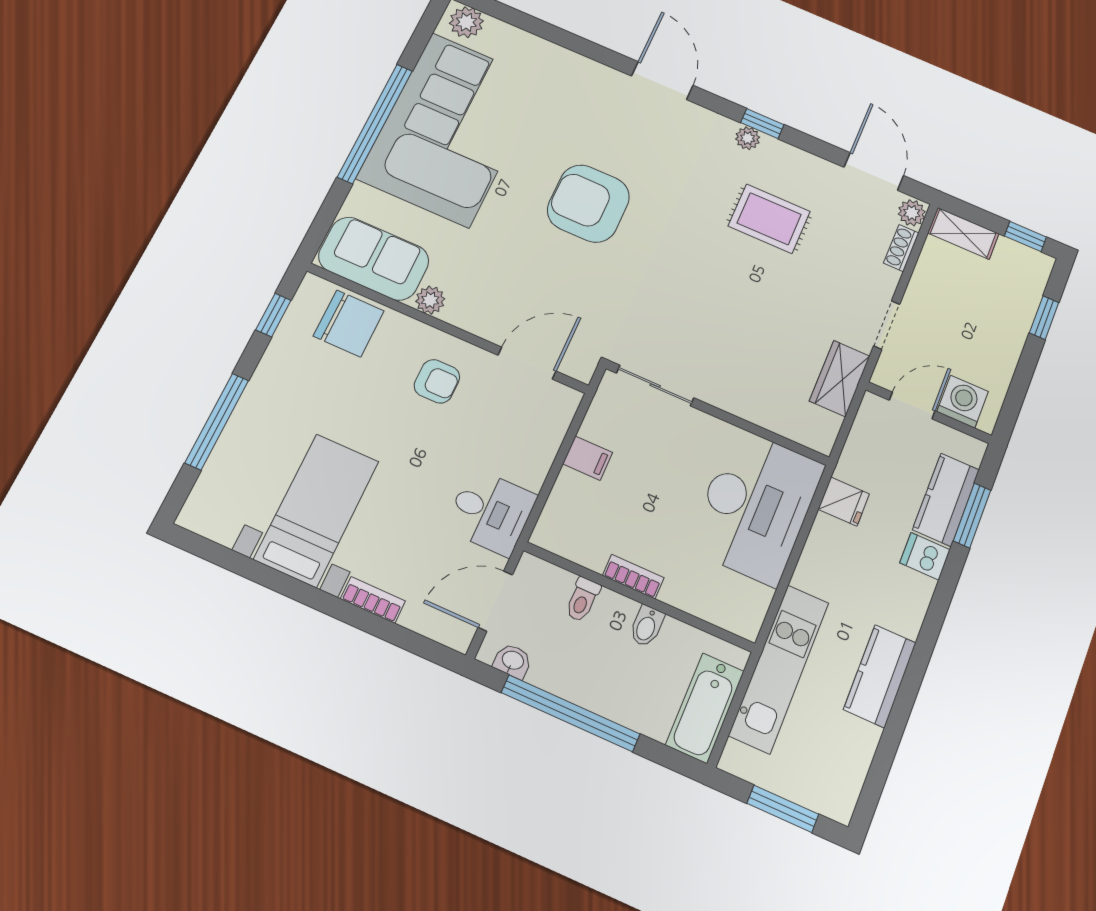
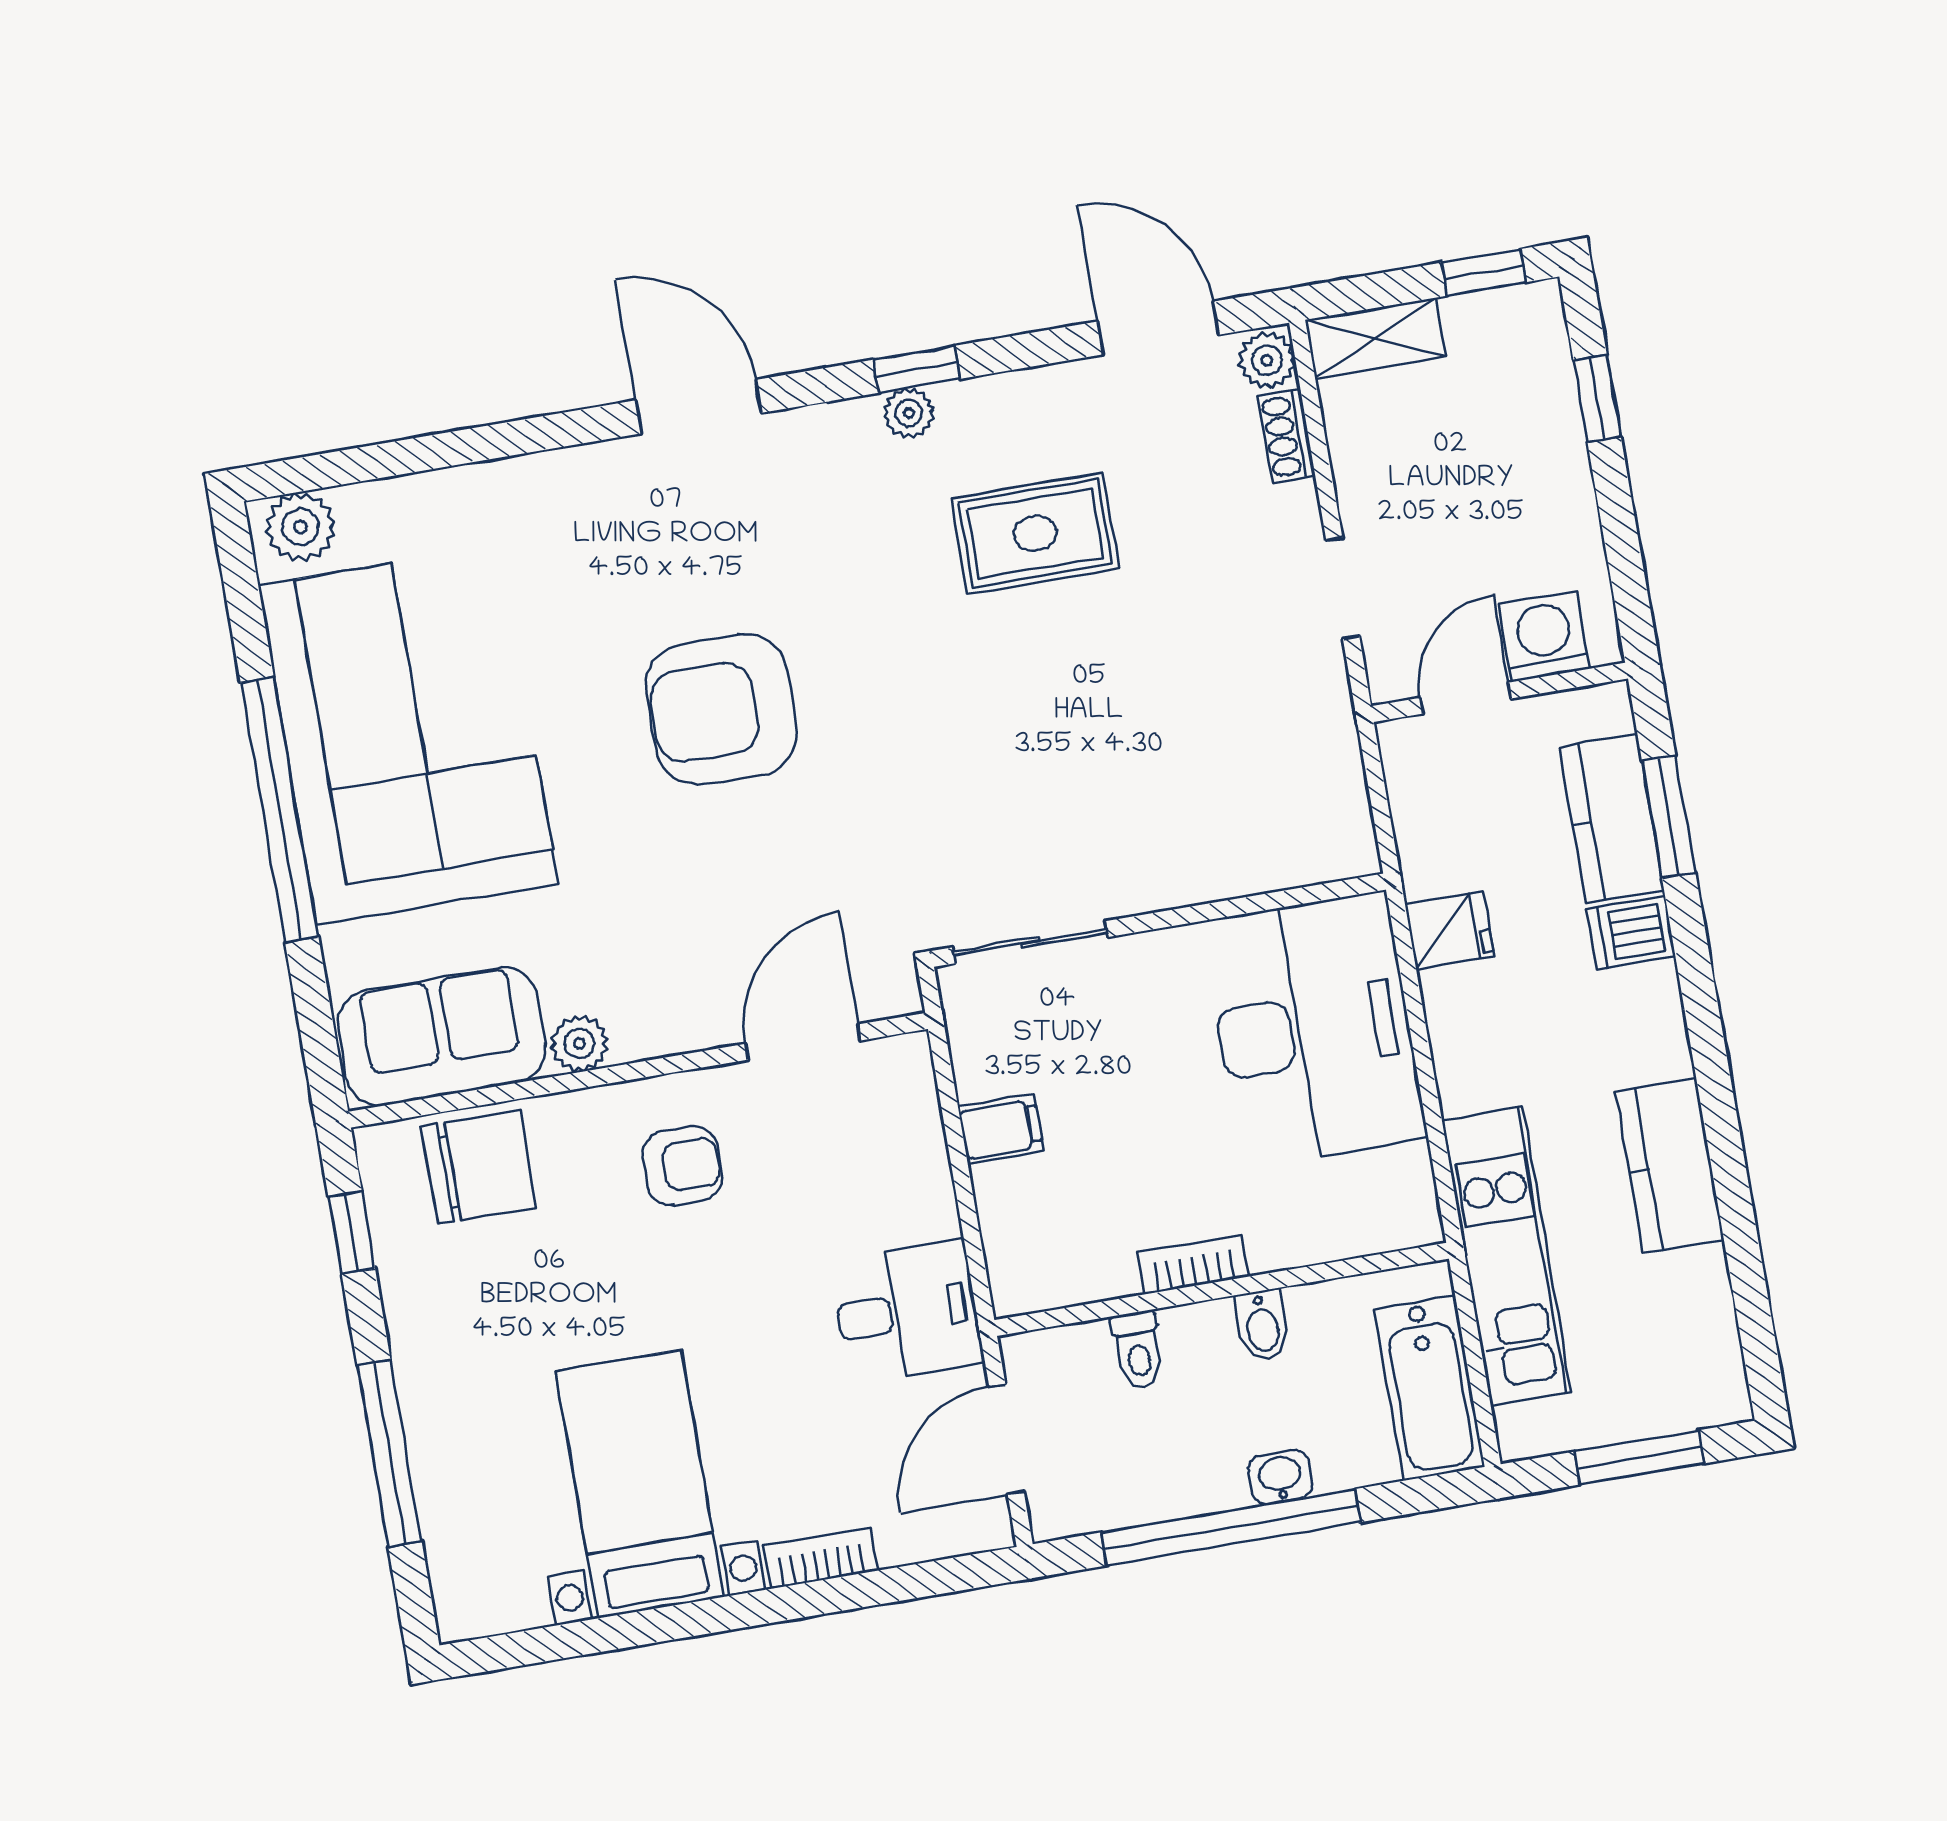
wardrobe: (840, 378) -> (1320, 731), removed
washbasin: (513, 661) -> (1280, 1477), moved

